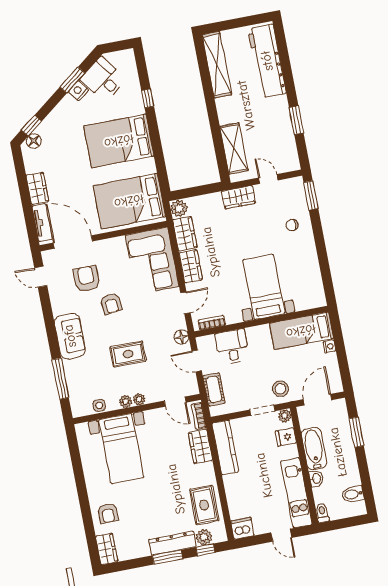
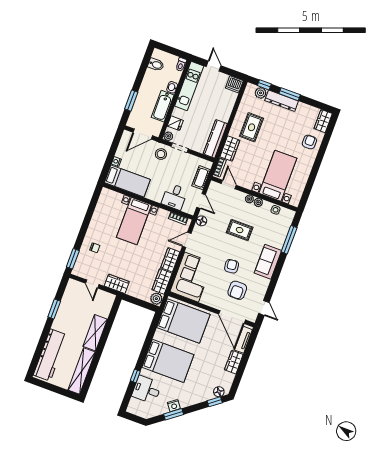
desk: (103, 79) -> (147, 390), moved, turned 127
shelving: (234, 149) -> (95, 333), moved
rug: (204, 505) -> (252, 127), moved

